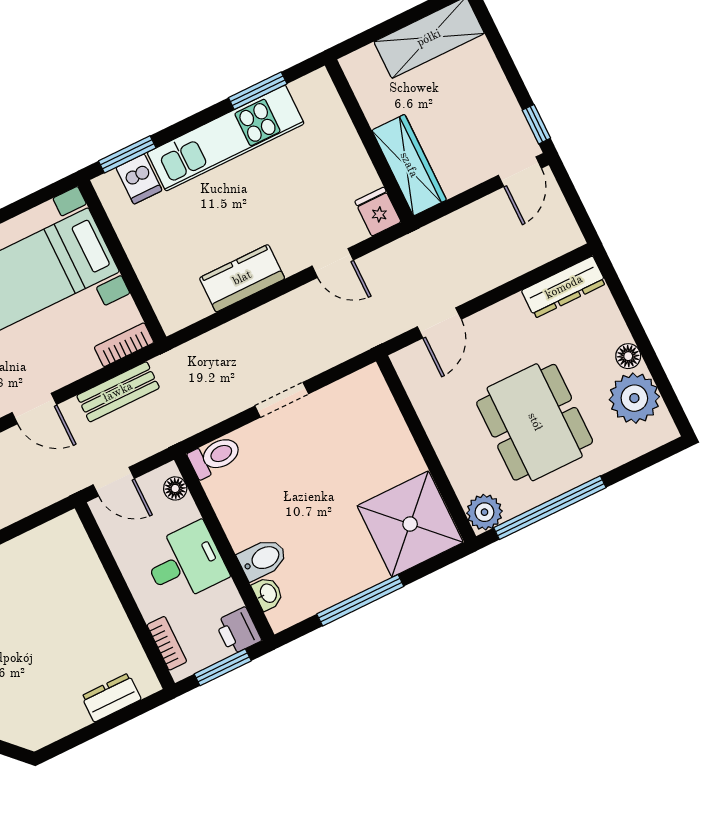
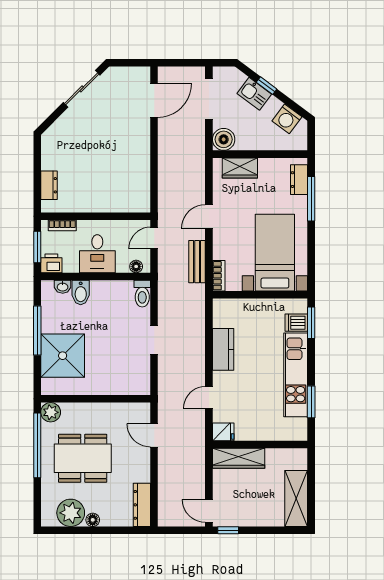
shower: (410, 524) -> (63, 356), moved

